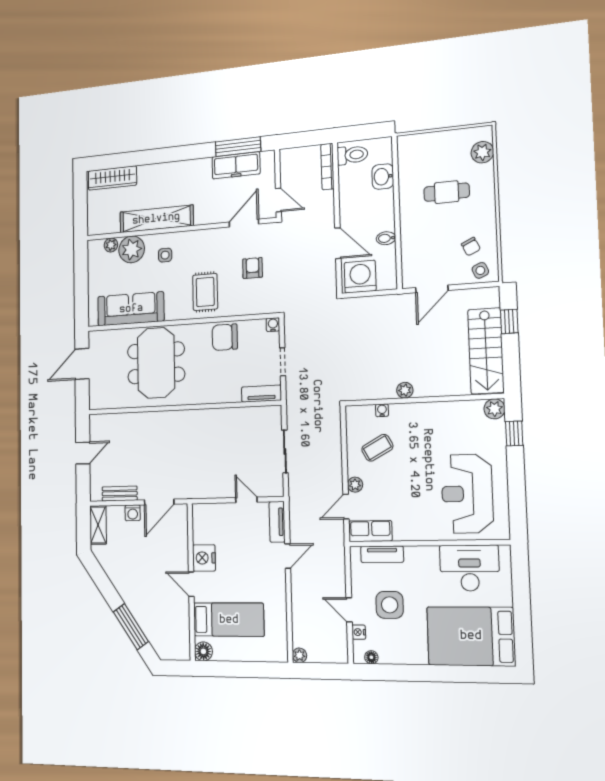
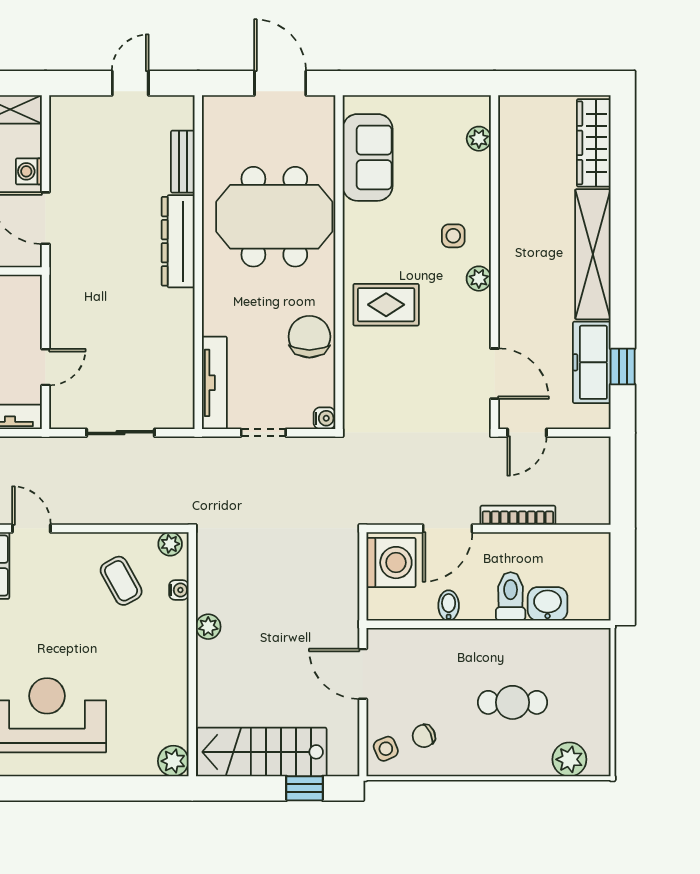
window: (238, 147) -> (623, 367), width x0.46
toilet: (352, 155) -> (511, 596), moved, turned 180
bookcase: (327, 167) -> (518, 515), moved
cafe table: (447, 192) -> (512, 702), turned 90
shelving: (156, 219) -> (593, 254), moved
plant: (132, 249) -> (479, 279), moved, width x0.53, depth x0.53
armchair: (253, 268) -> (419, 387), removed
sofa: (131, 309) -> (368, 157), width x0.73
tv unit: (261, 394) -> (214, 383), width x1.41
dresser: (171, 420) -> (178, 241), added
window: (514, 433) -> (135, 788), removed
door: (83, 453) -> (130, 83), swing flipped
plant: (355, 485) -> (170, 544), moved
bench: (120, 494) -> (183, 162), moved

